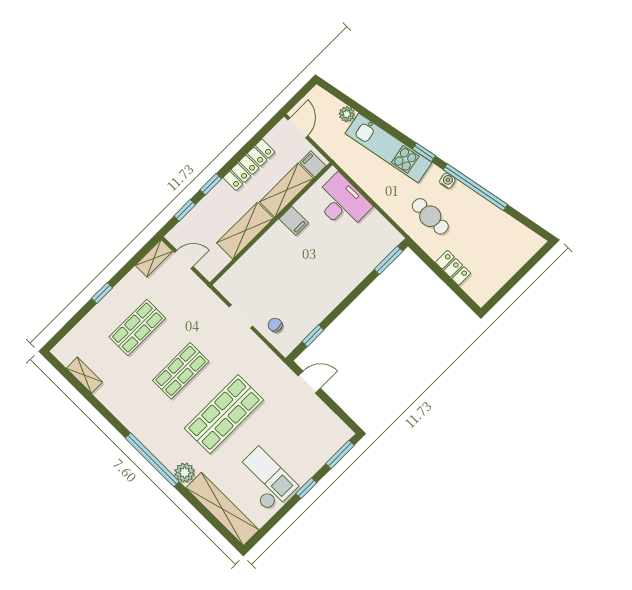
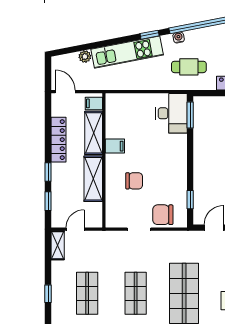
desk: (342, 203) -> (171, 113), moved, turned 90
chair: (280, 269) -> (134, 181), added
chair: (275, 325) -> (163, 215), width x1.87, depth x1.87

